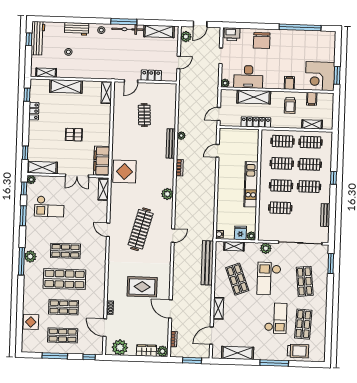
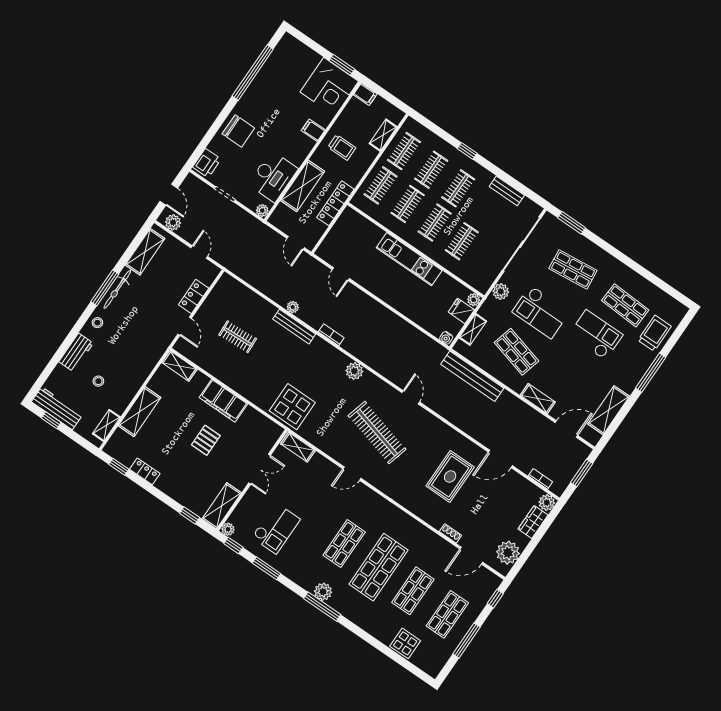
filing cabinet: (312, 99) -> (365, 94), moved
filing cabinet: (102, 161) -> (223, 401), moved
shop shelf: (237, 279) -> (516, 352), turned 36
door: (211, 336) -> (566, 429), swing flipped

